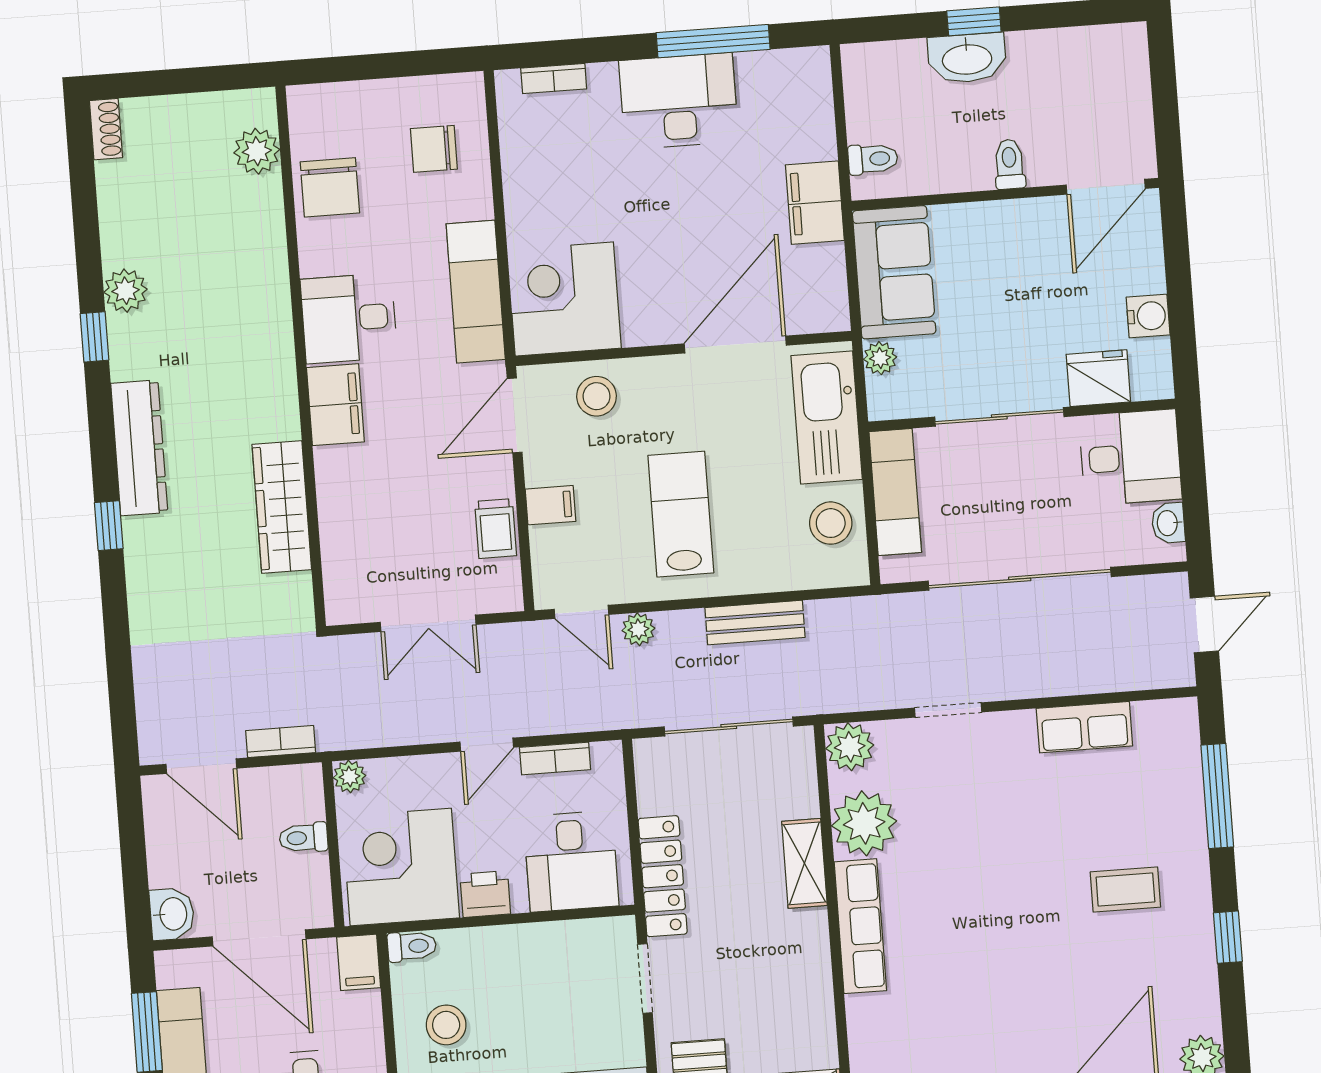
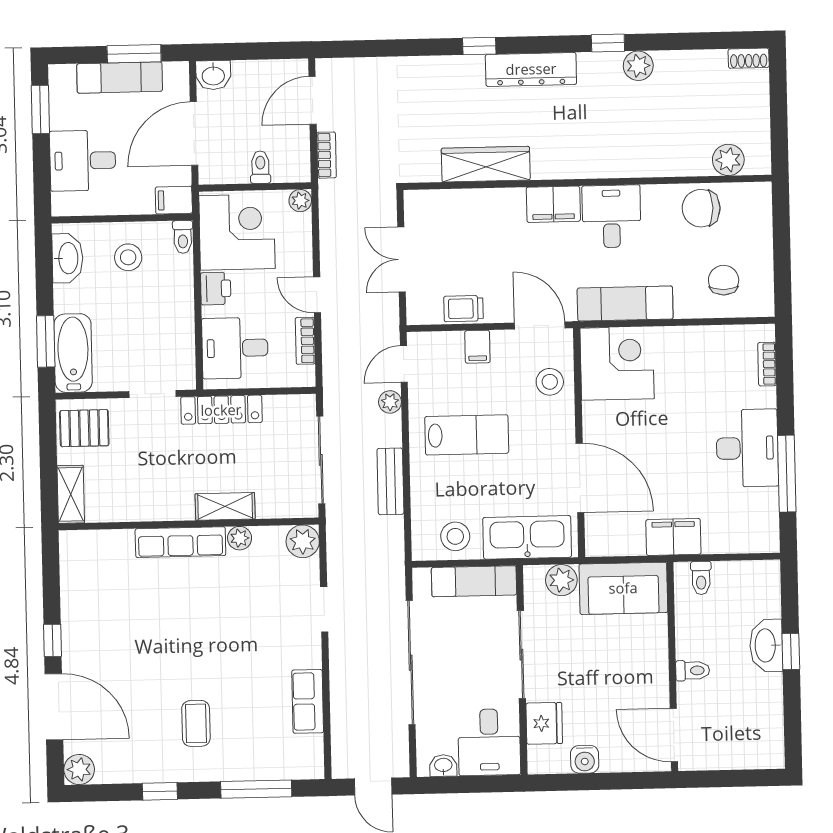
plant: (880, 358) -> (561, 580), width x1.38, depth x1.38
plant: (864, 823) -> (240, 538), width x0.53, depth x0.53

